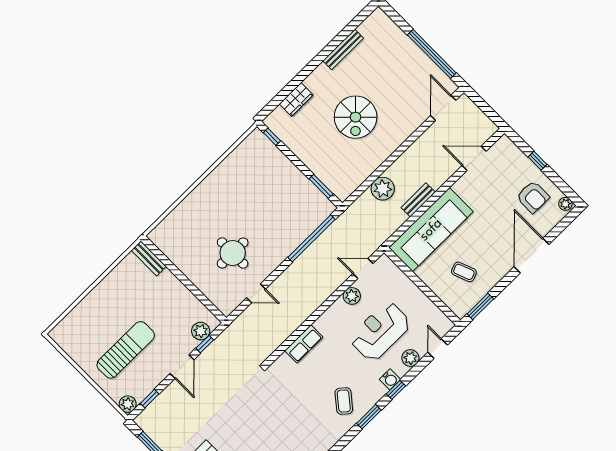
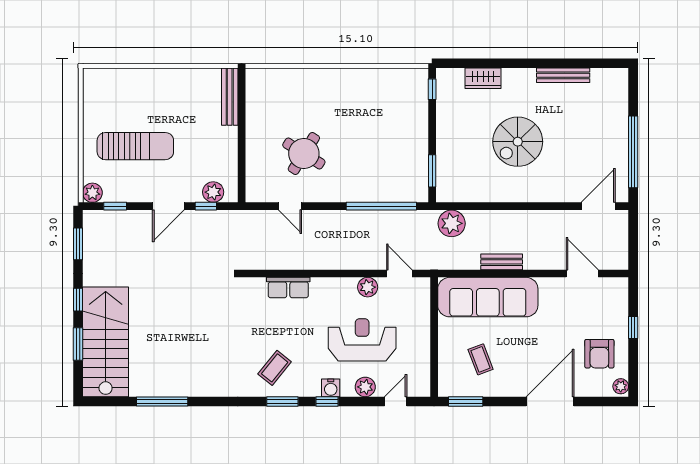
plant: (383, 189) -> (452, 223), moved
round table: (233, 253) -> (304, 153), turned 32
bench: (149, 258) -> (230, 97), width x1.36

